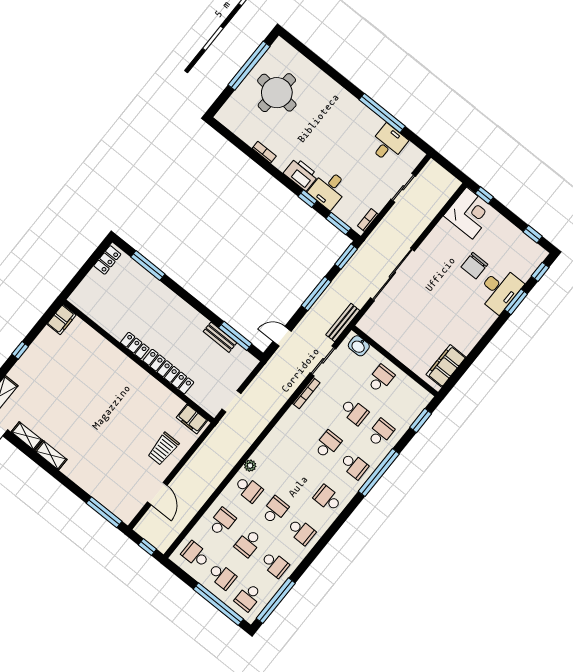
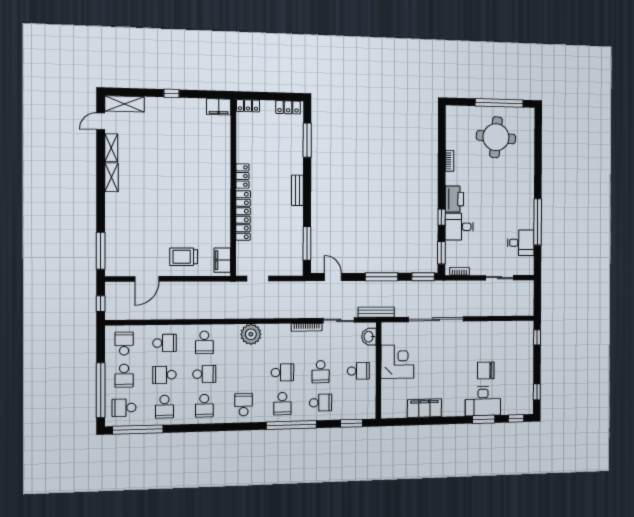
corner desk: (469, 213) -> (397, 362), moved, turned -90
locker: (80, 294) -> (248, 106), added
bench: (220, 337) -> (297, 190), moved
filing cabinet: (446, 366) -> (424, 408), moved
plant: (250, 466) -> (251, 334), moved, width x1.87, depth x1.87

